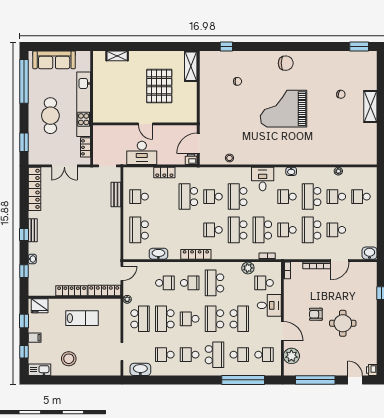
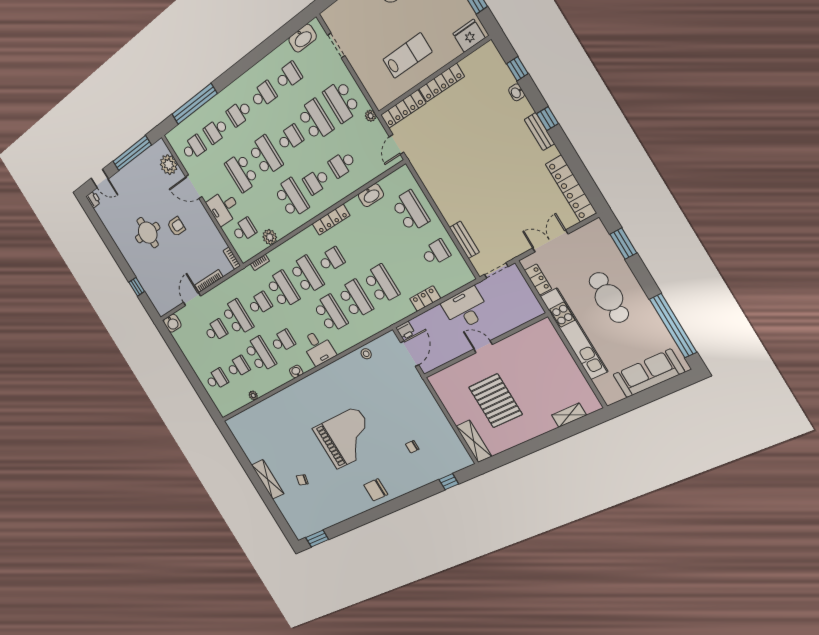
school desk: (213, 197) -> (355, 299), width x1.85
lab bench: (82, 318) -> (407, 56), turned 180
school desk: (214, 355) -> (239, 113), width x0.54
school desk: (264, 355) -> (194, 148), turned 180

